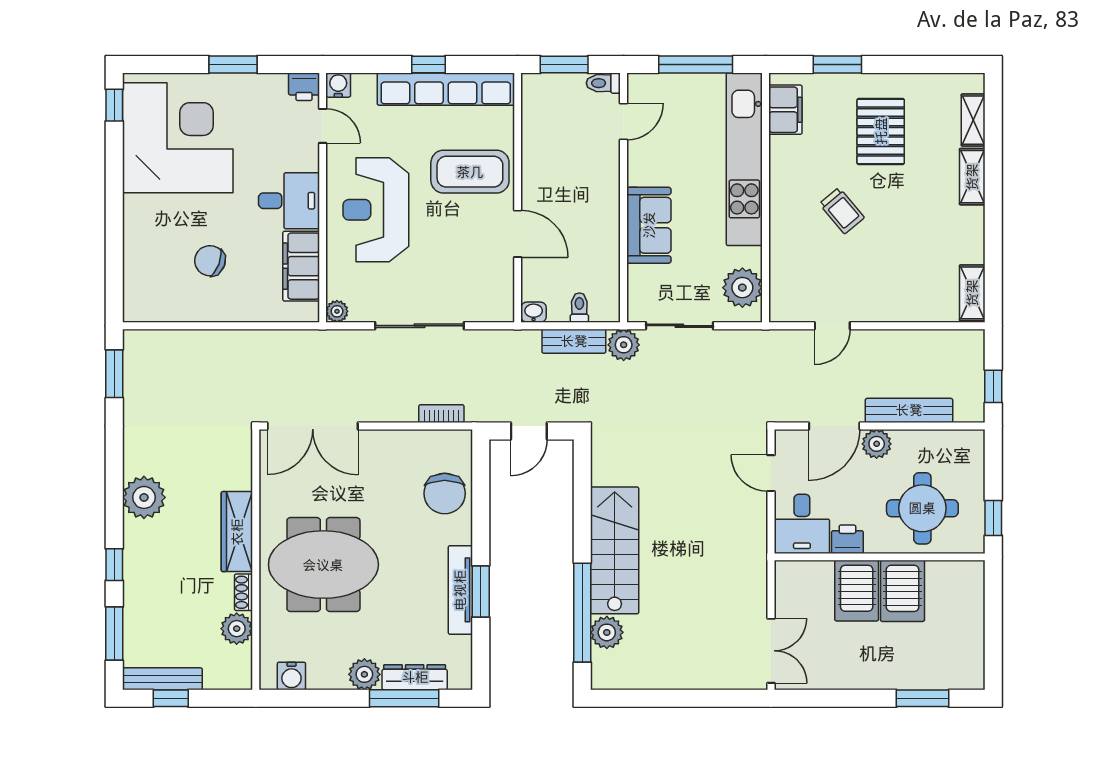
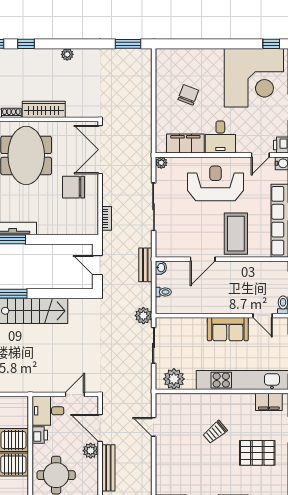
sofa: (649, 225) -> (228, 329), moved
bench: (574, 341) -> (145, 265), moved
chair: (445, 493) -> (73, 187), moved
plant: (144, 497) -> (67, 54), width x0.53, depth x0.53

